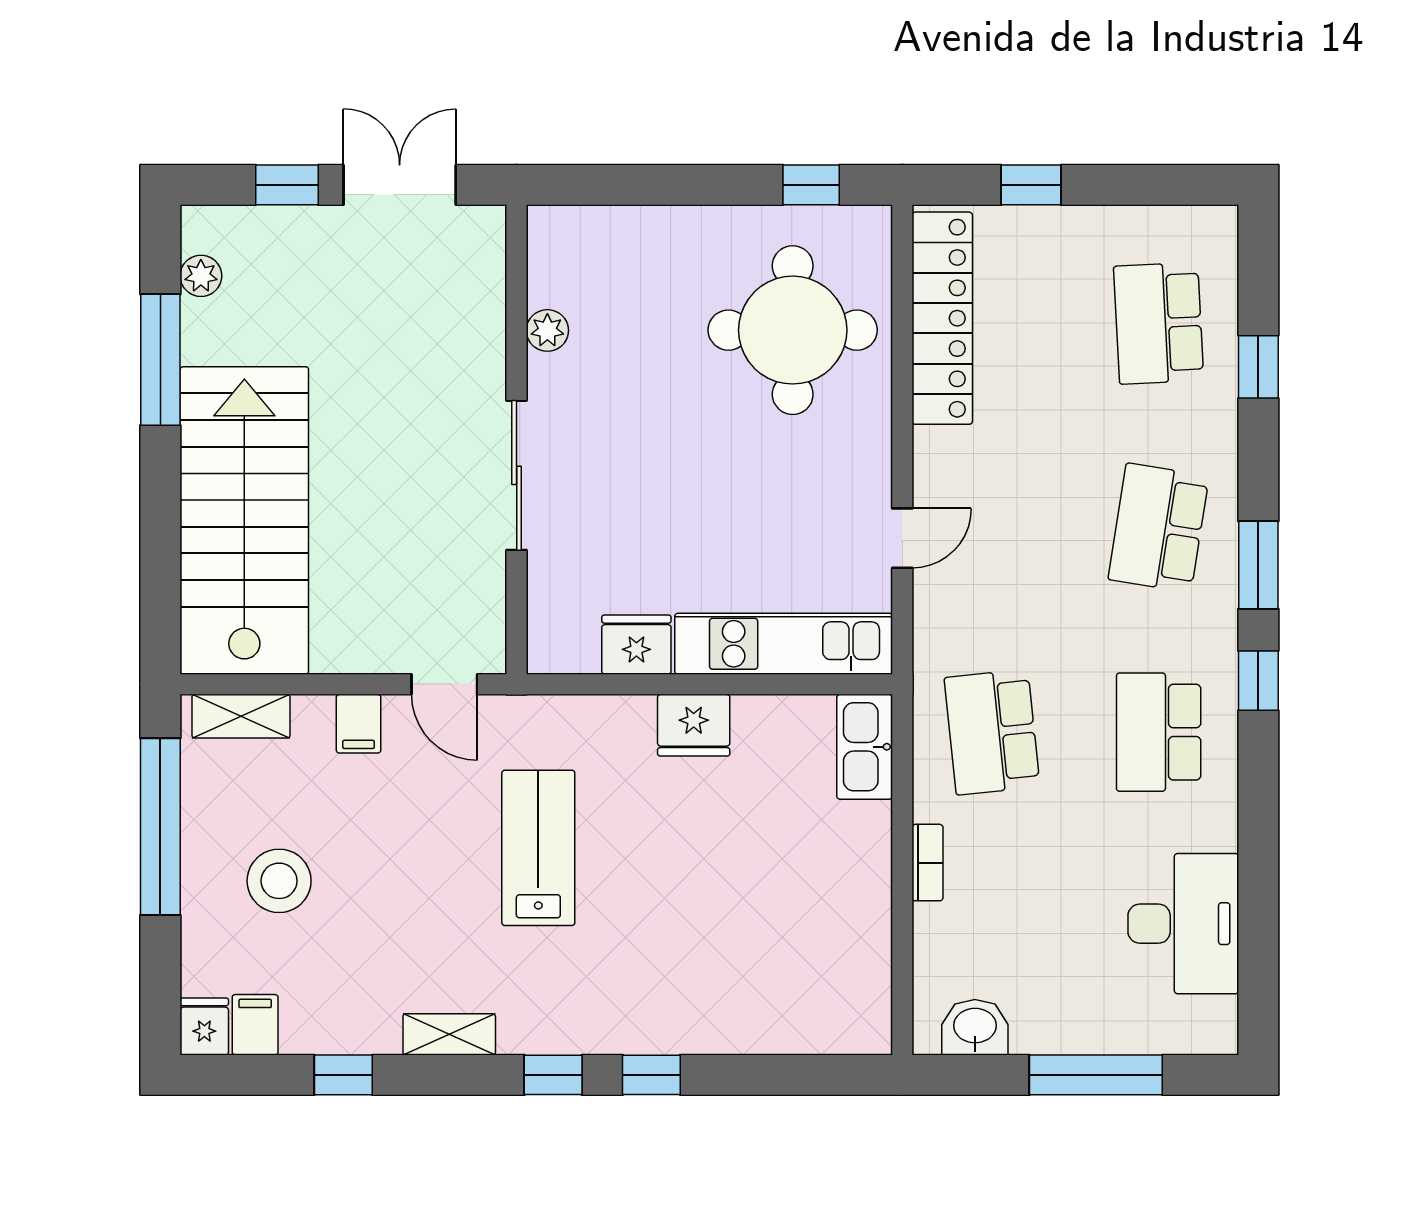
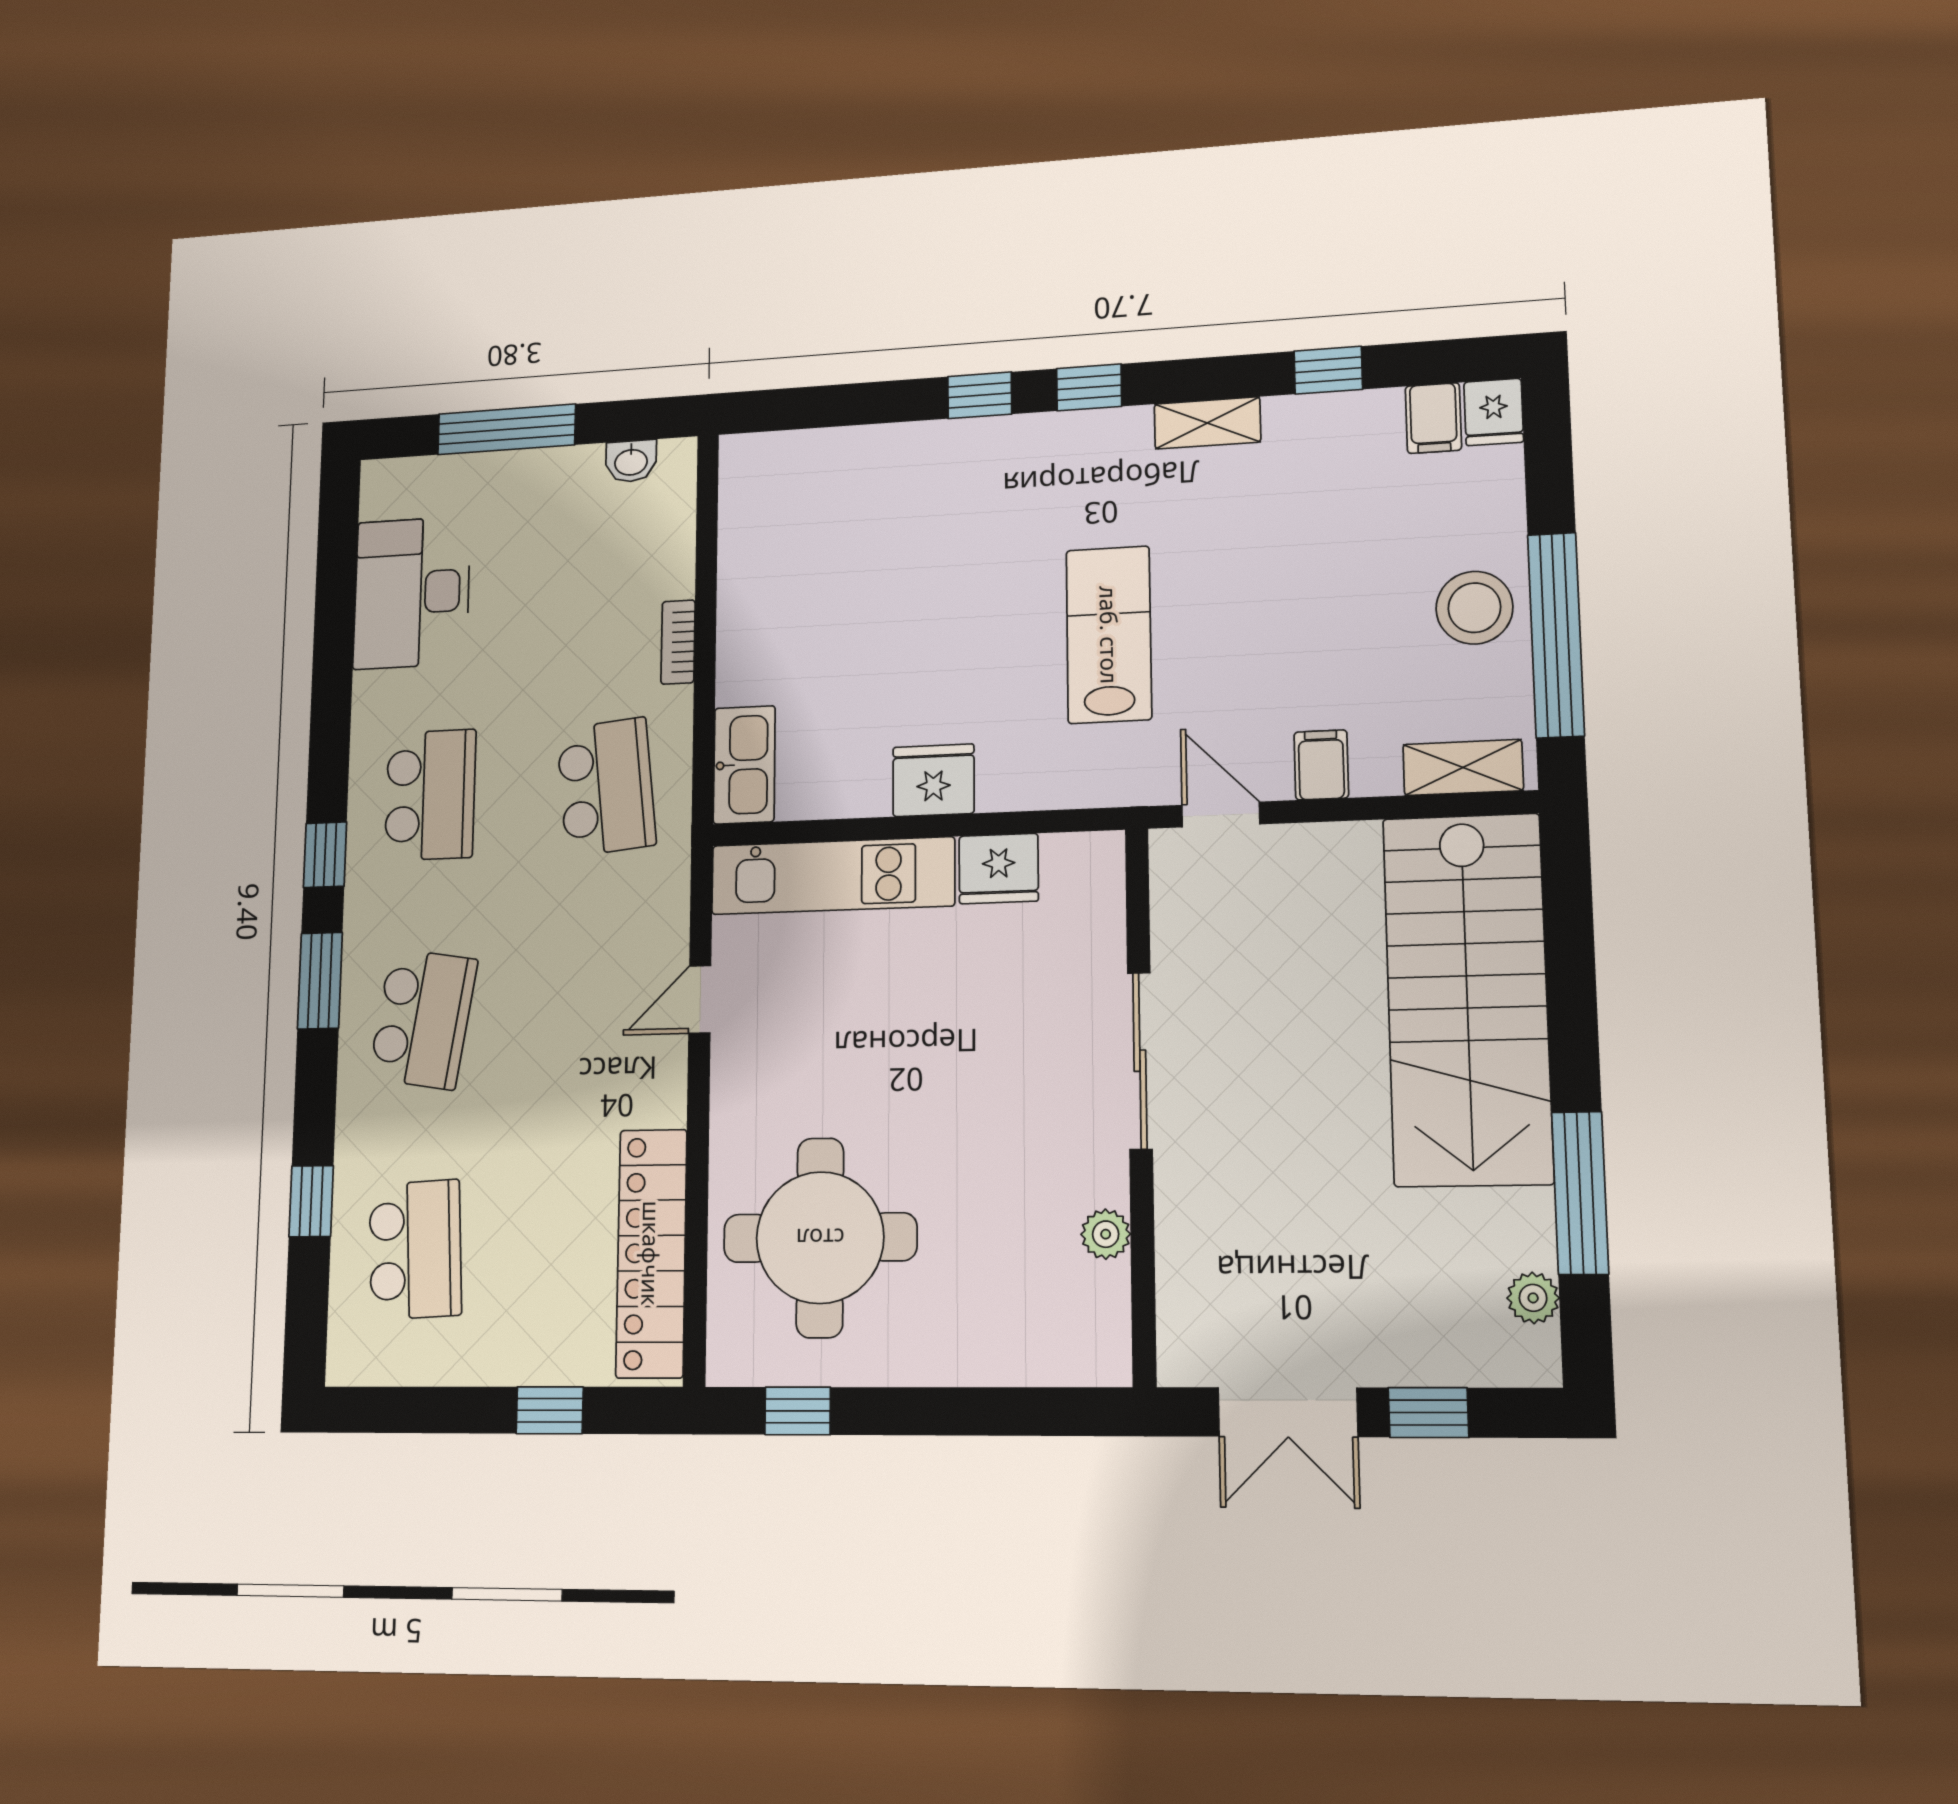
lab bench: (538, 848) -> (1109, 635), turned 180
stool: (279, 881) -> (1474, 608), moved
washbasin: (975, 1027) -> (631, 461), width x0.72, depth x0.69

